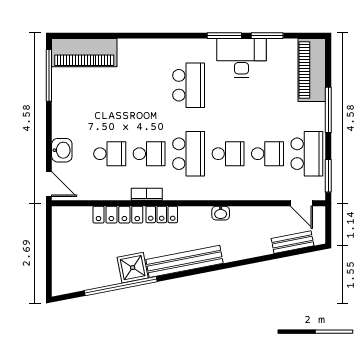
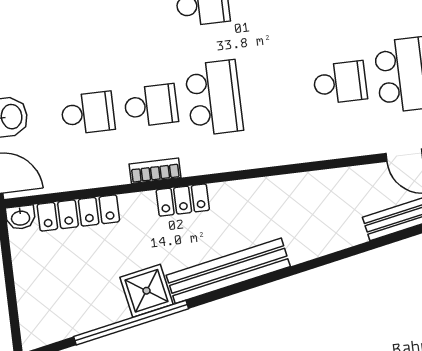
school desk: (228, 154) -> (277, 90), removed
washbasin: (221, 213) -> (21, 217), moved
locker: (118, 215) -> (78, 213), moved

